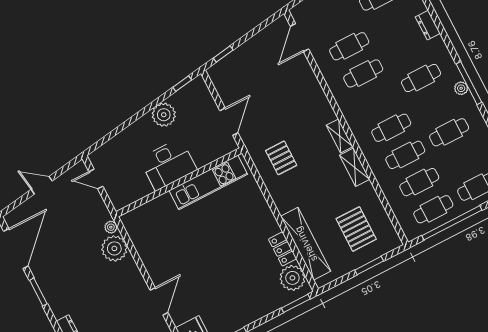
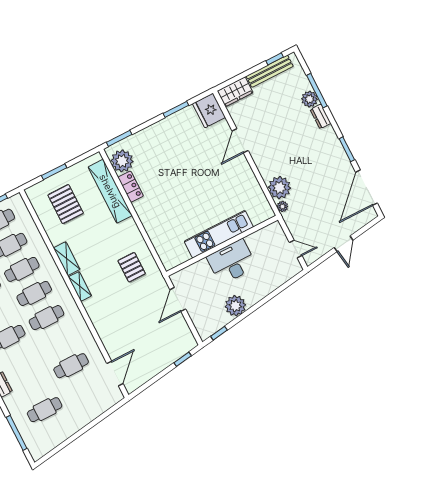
cafe table: (363, 73) -> (46, 318), moved
kitchen unit: (208, 182) -> (219, 234), moved
door: (42, 185) -> (344, 244), hinge flipped

